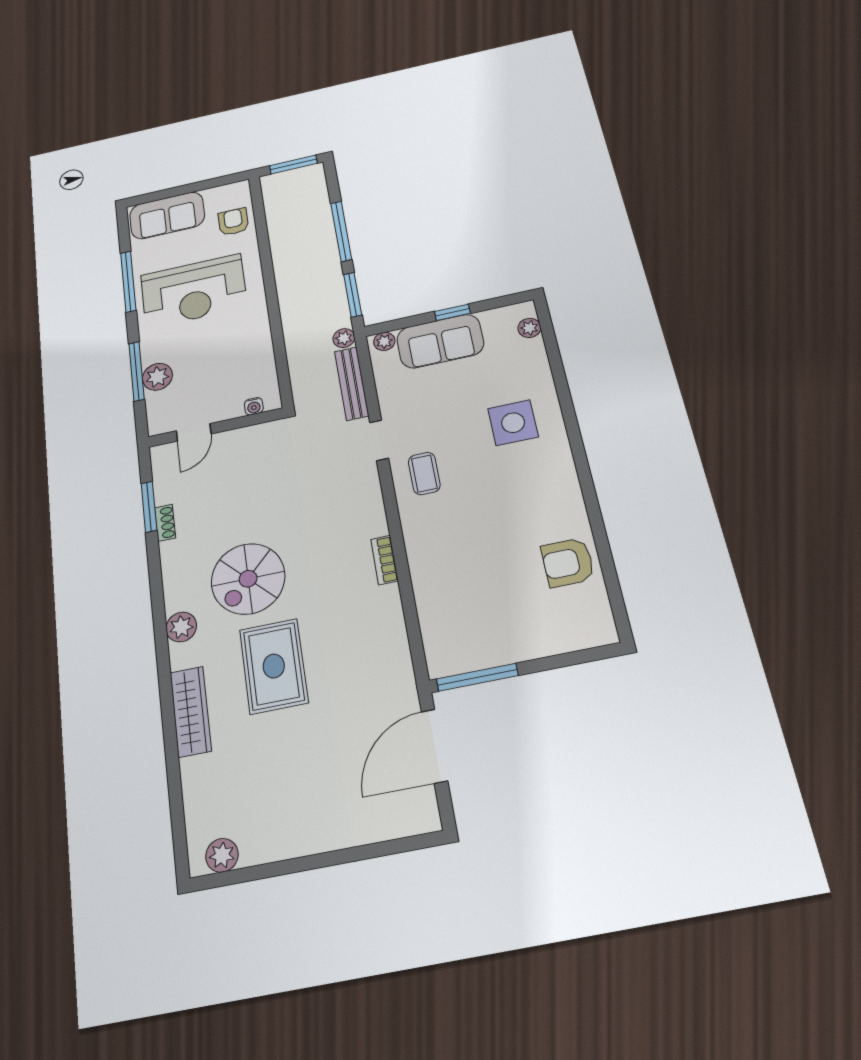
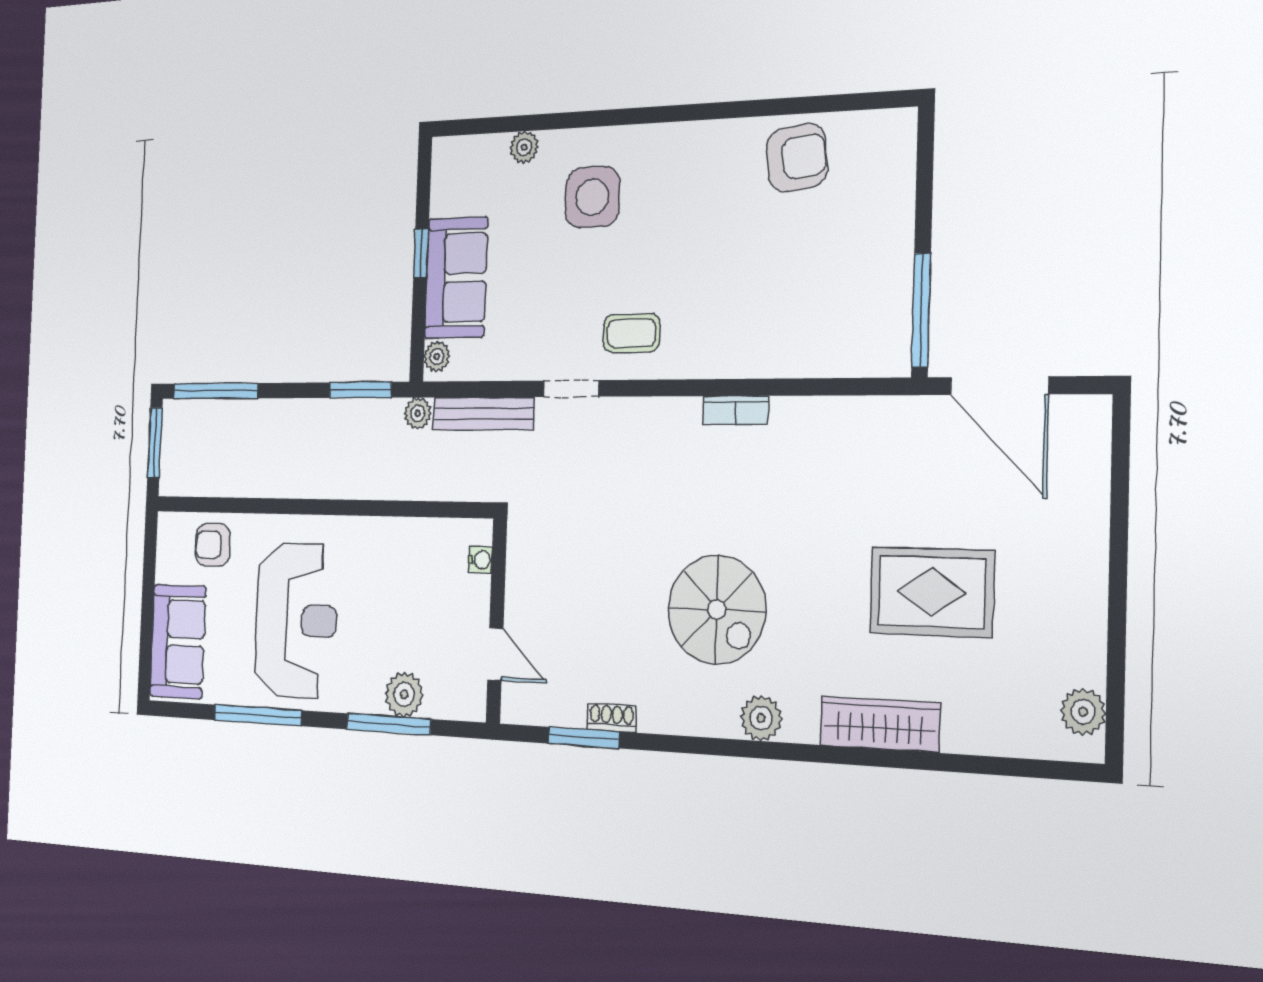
window: (341, 231) -> (216, 391), moved
plant: (529, 328) -> (524, 147), moved
armchair: (568, 563) -> (797, 158), turned -98
rug: (274, 666) -> (932, 592), moved

